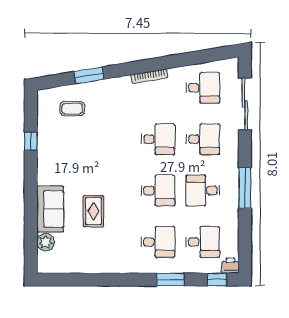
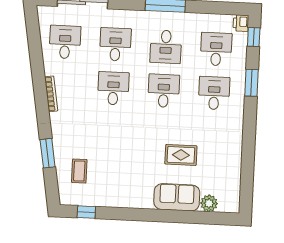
window: (31, 141) -> (86, 212), moved

